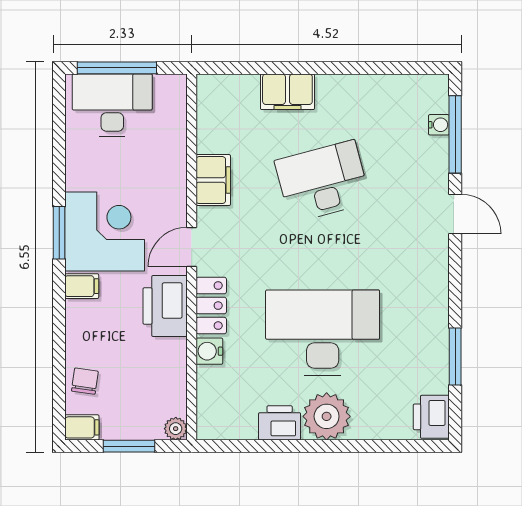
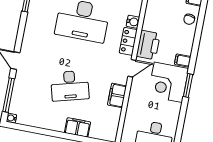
water cooler: (439, 125) -> (11, 118), moved

